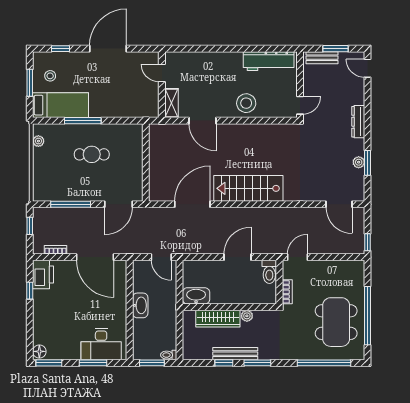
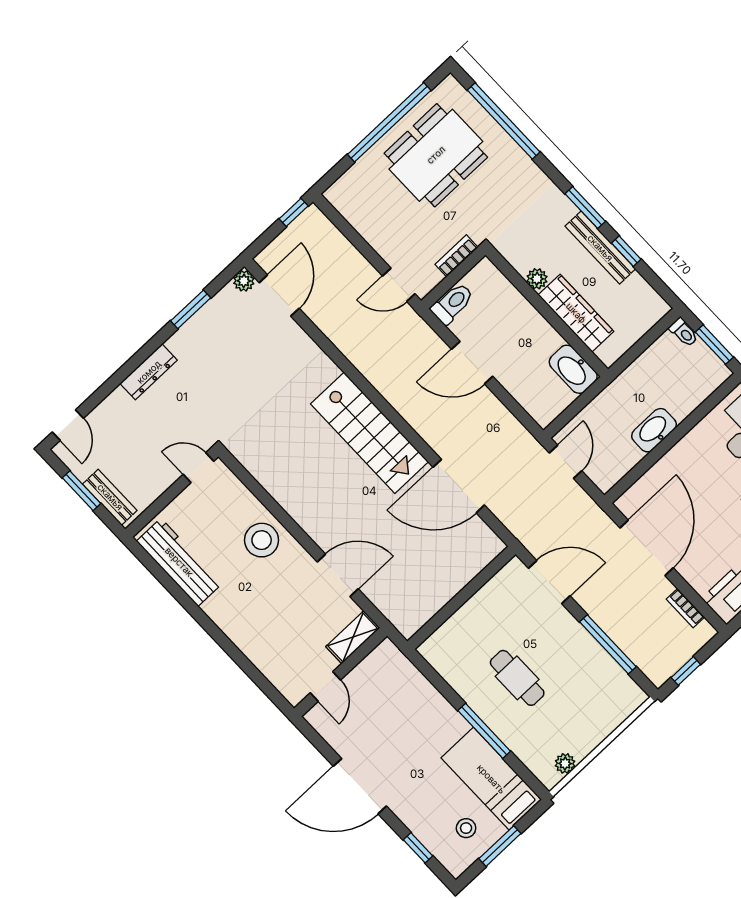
door: (202, 121) -> (338, 575), hinge flipped
plant: (359, 162) -> (244, 281), moved

